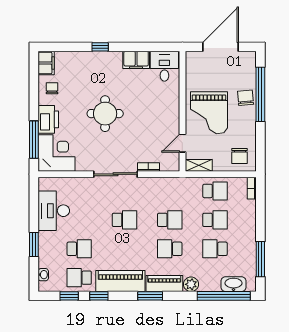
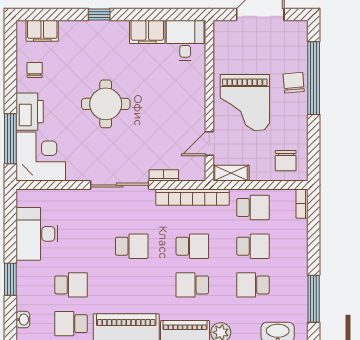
filing cabinet: (46, 63) -> (42, 31), moved, turned 90
bookcase: (170, 183) -> (192, 197), added

